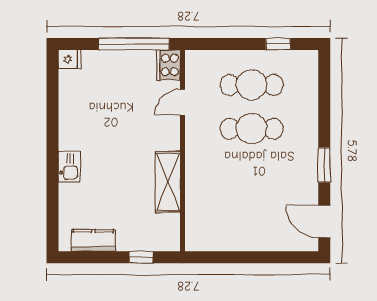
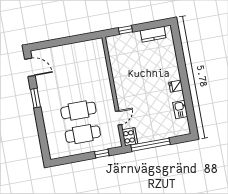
window: (278, 44) -> (102, 154), moved
fridge: (70, 59) -> (176, 86), moved
kitchen sink: (69, 166) -> (180, 110), moved
shelving: (168, 182) -> (118, 73), removed

